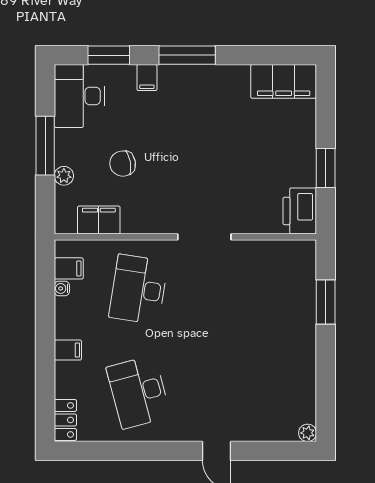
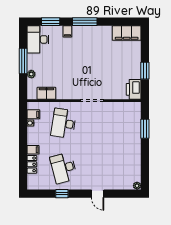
chair: (123, 164) -> (57, 69), removed
locker: (65, 420) -> (32, 164), moved
window: (135, 451) -> (62, 194), added

